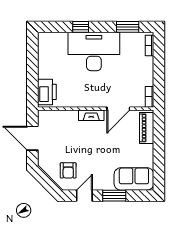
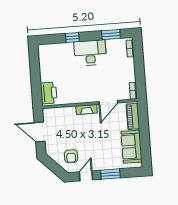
desk: (94, 51) -> (90, 53), width x0.73, depth x0.77
sofa: (134, 179) -> (132, 147), moved, turned -90

